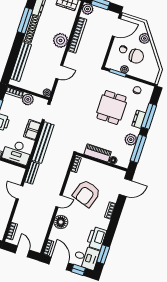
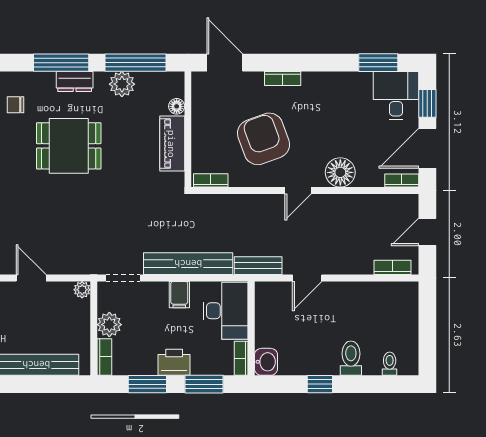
filing cabinet: (32, 130) -> (179, 295), width x0.50
armchair: (86, 193) -> (264, 139), turned -128
door: (59, 201) -> (298, 190), swing flipped
printer: (97, 238) -> (349, 88), removed

